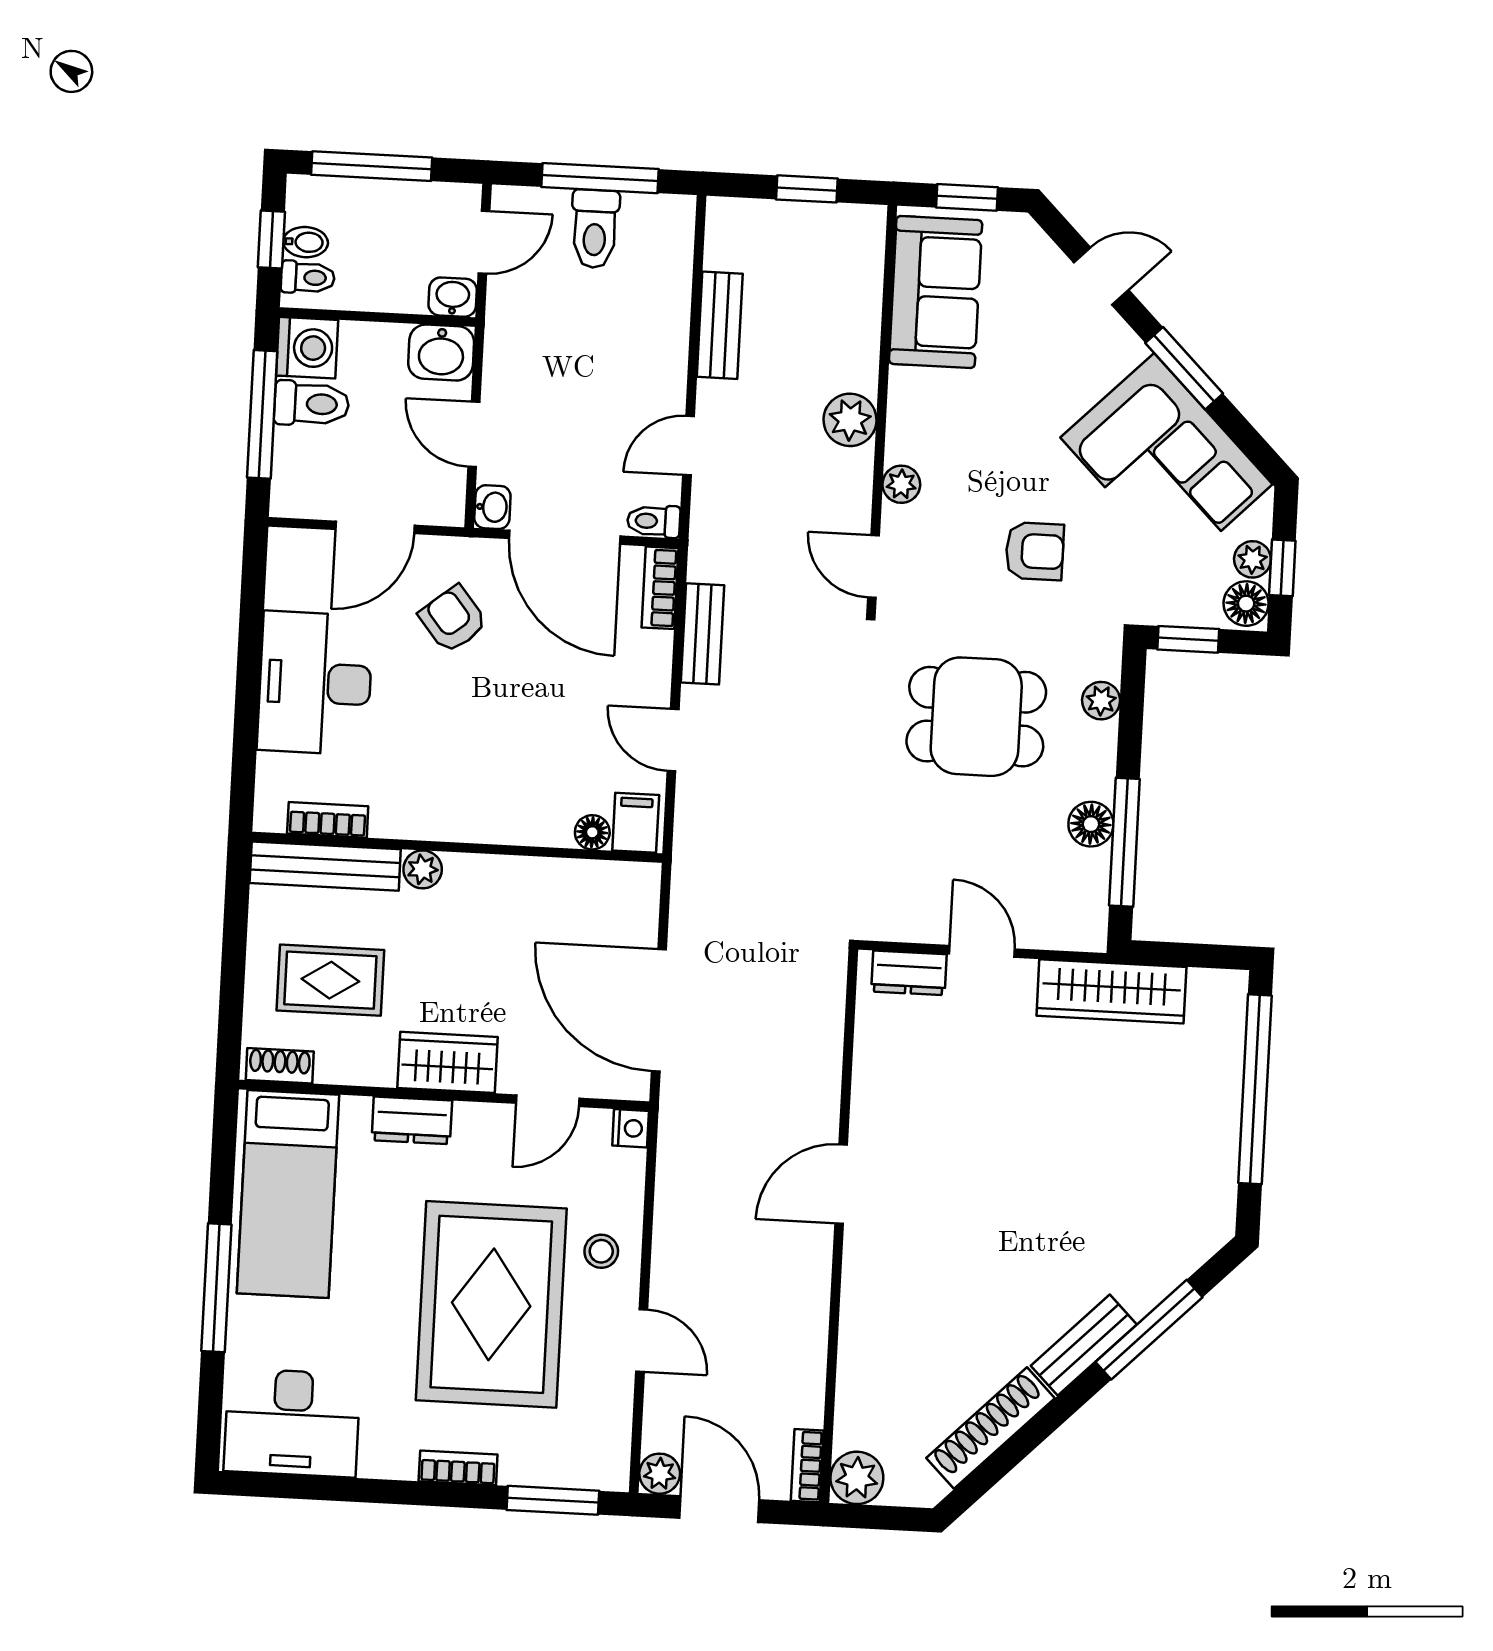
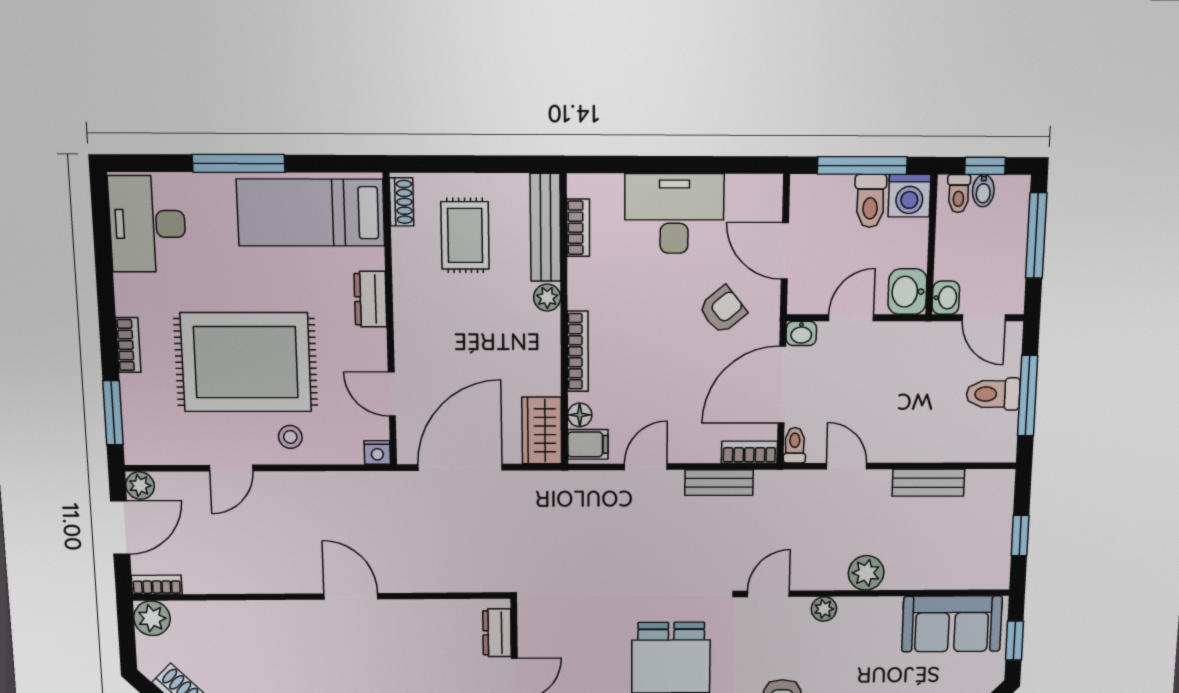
bookcase: (501, 830) -> (578, 351), added
wardrobe: (448, 1062) -> (542, 430), moved, turned 180

